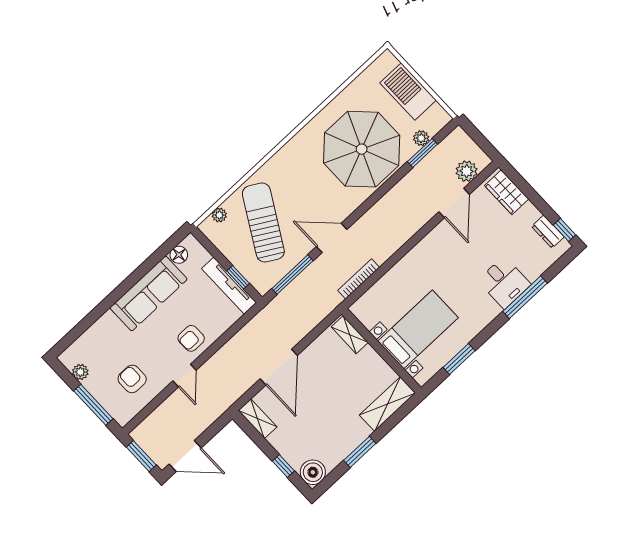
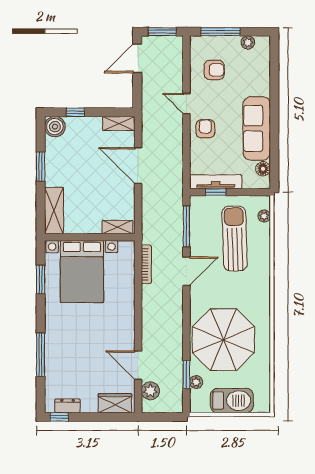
sun lounger: (263, 222) -> (235, 238), turned -122
desk: (504, 282) -> (61, 351), removed
bed with nightstands: (418, 329) -> (82, 272), width x1.36

